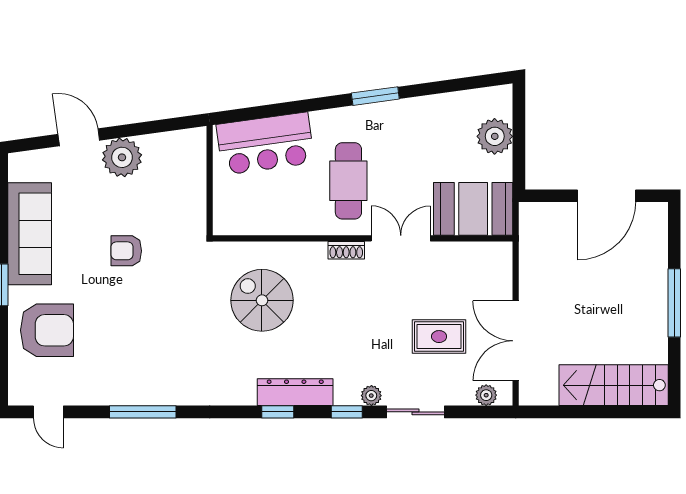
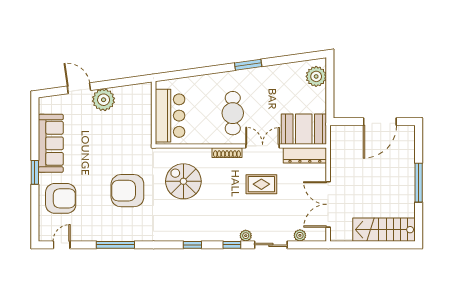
plant: (495, 136) -> (316, 76), moved
bar counter: (265, 144) -> (170, 116), moved, turned -82
shoe rack: (346, 250) -> (227, 153), width x1.43
armchair: (126, 251) -> (127, 191), moved, width x1.88, depth x1.88
rug: (439, 337) -> (261, 184), moved
dresser: (295, 392) -> (305, 155), moved, turned 180
plant: (486, 395) -> (300, 235), moved
door: (48, 412) -> (62, 245), swing flipped

